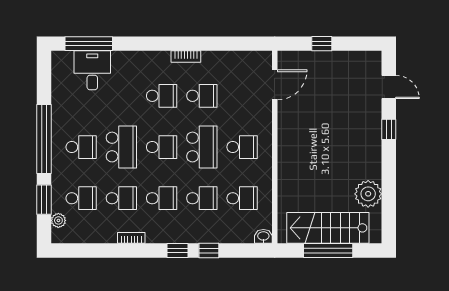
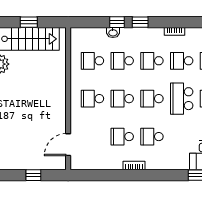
school desk: (202, 147) -> (122, 99), width x0.54
washbasin: (263, 236) -> (113, 33), moved
window: (328, 250) -> (29, 22), width x0.46

